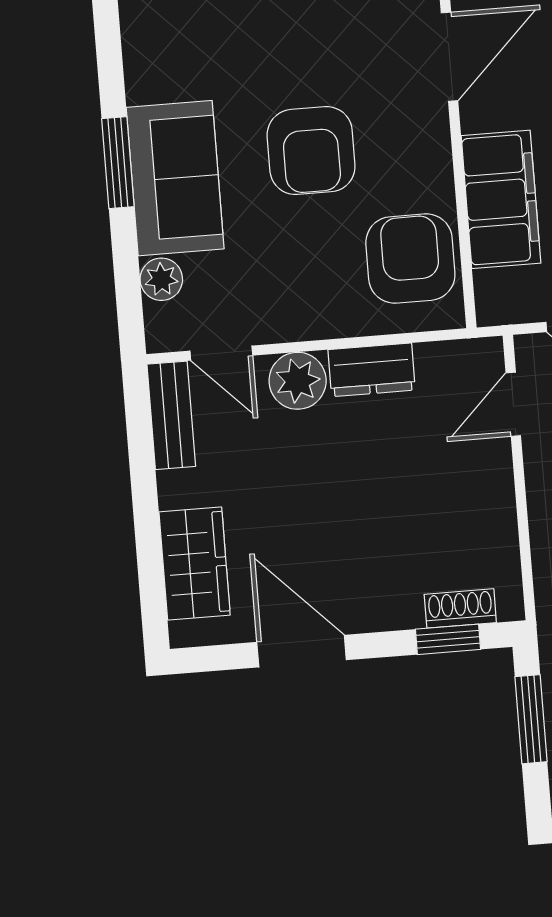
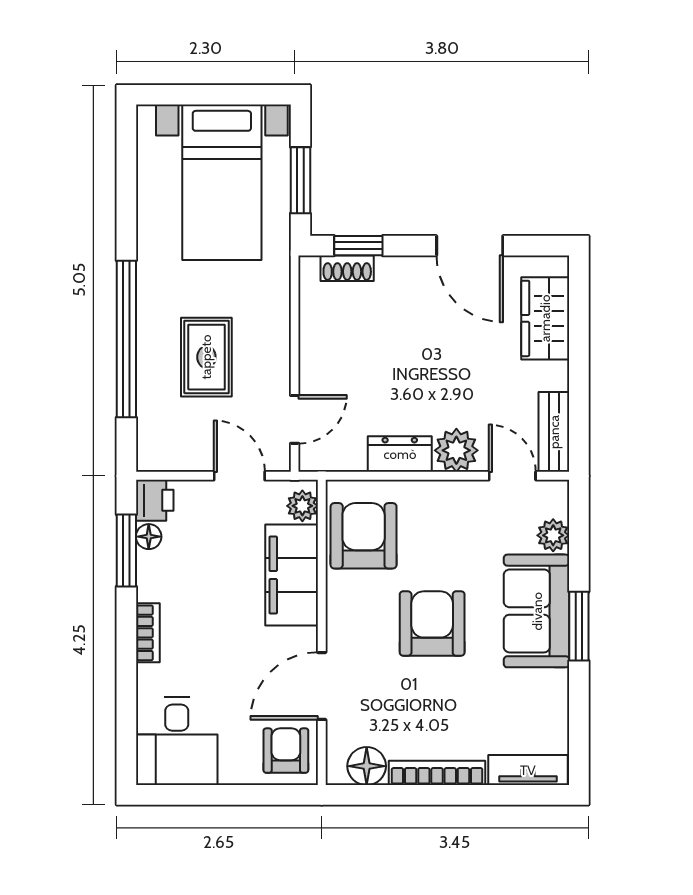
armchair: (410, 259) -> (364, 536), turned 180
plant: (494, 291) -> (302, 506), added

